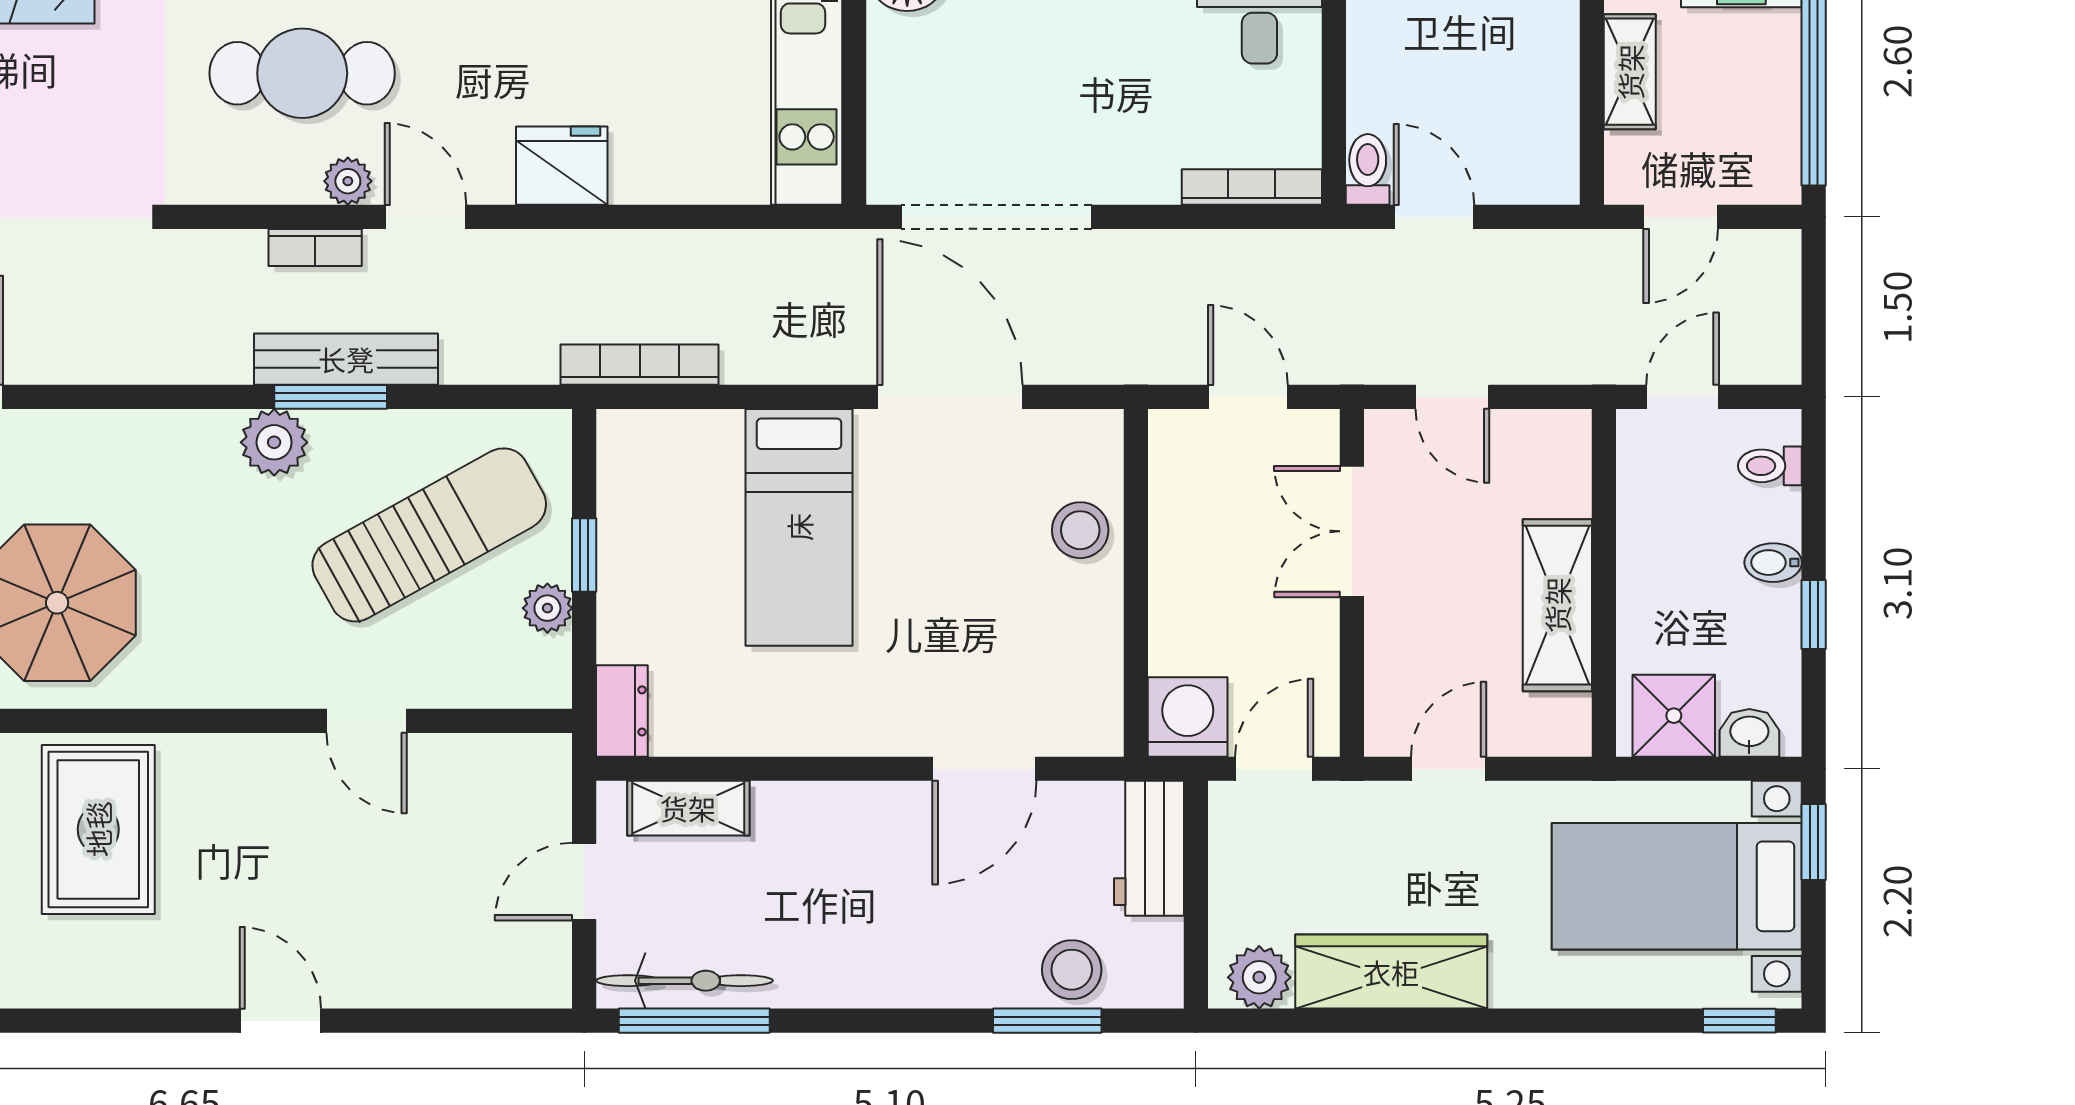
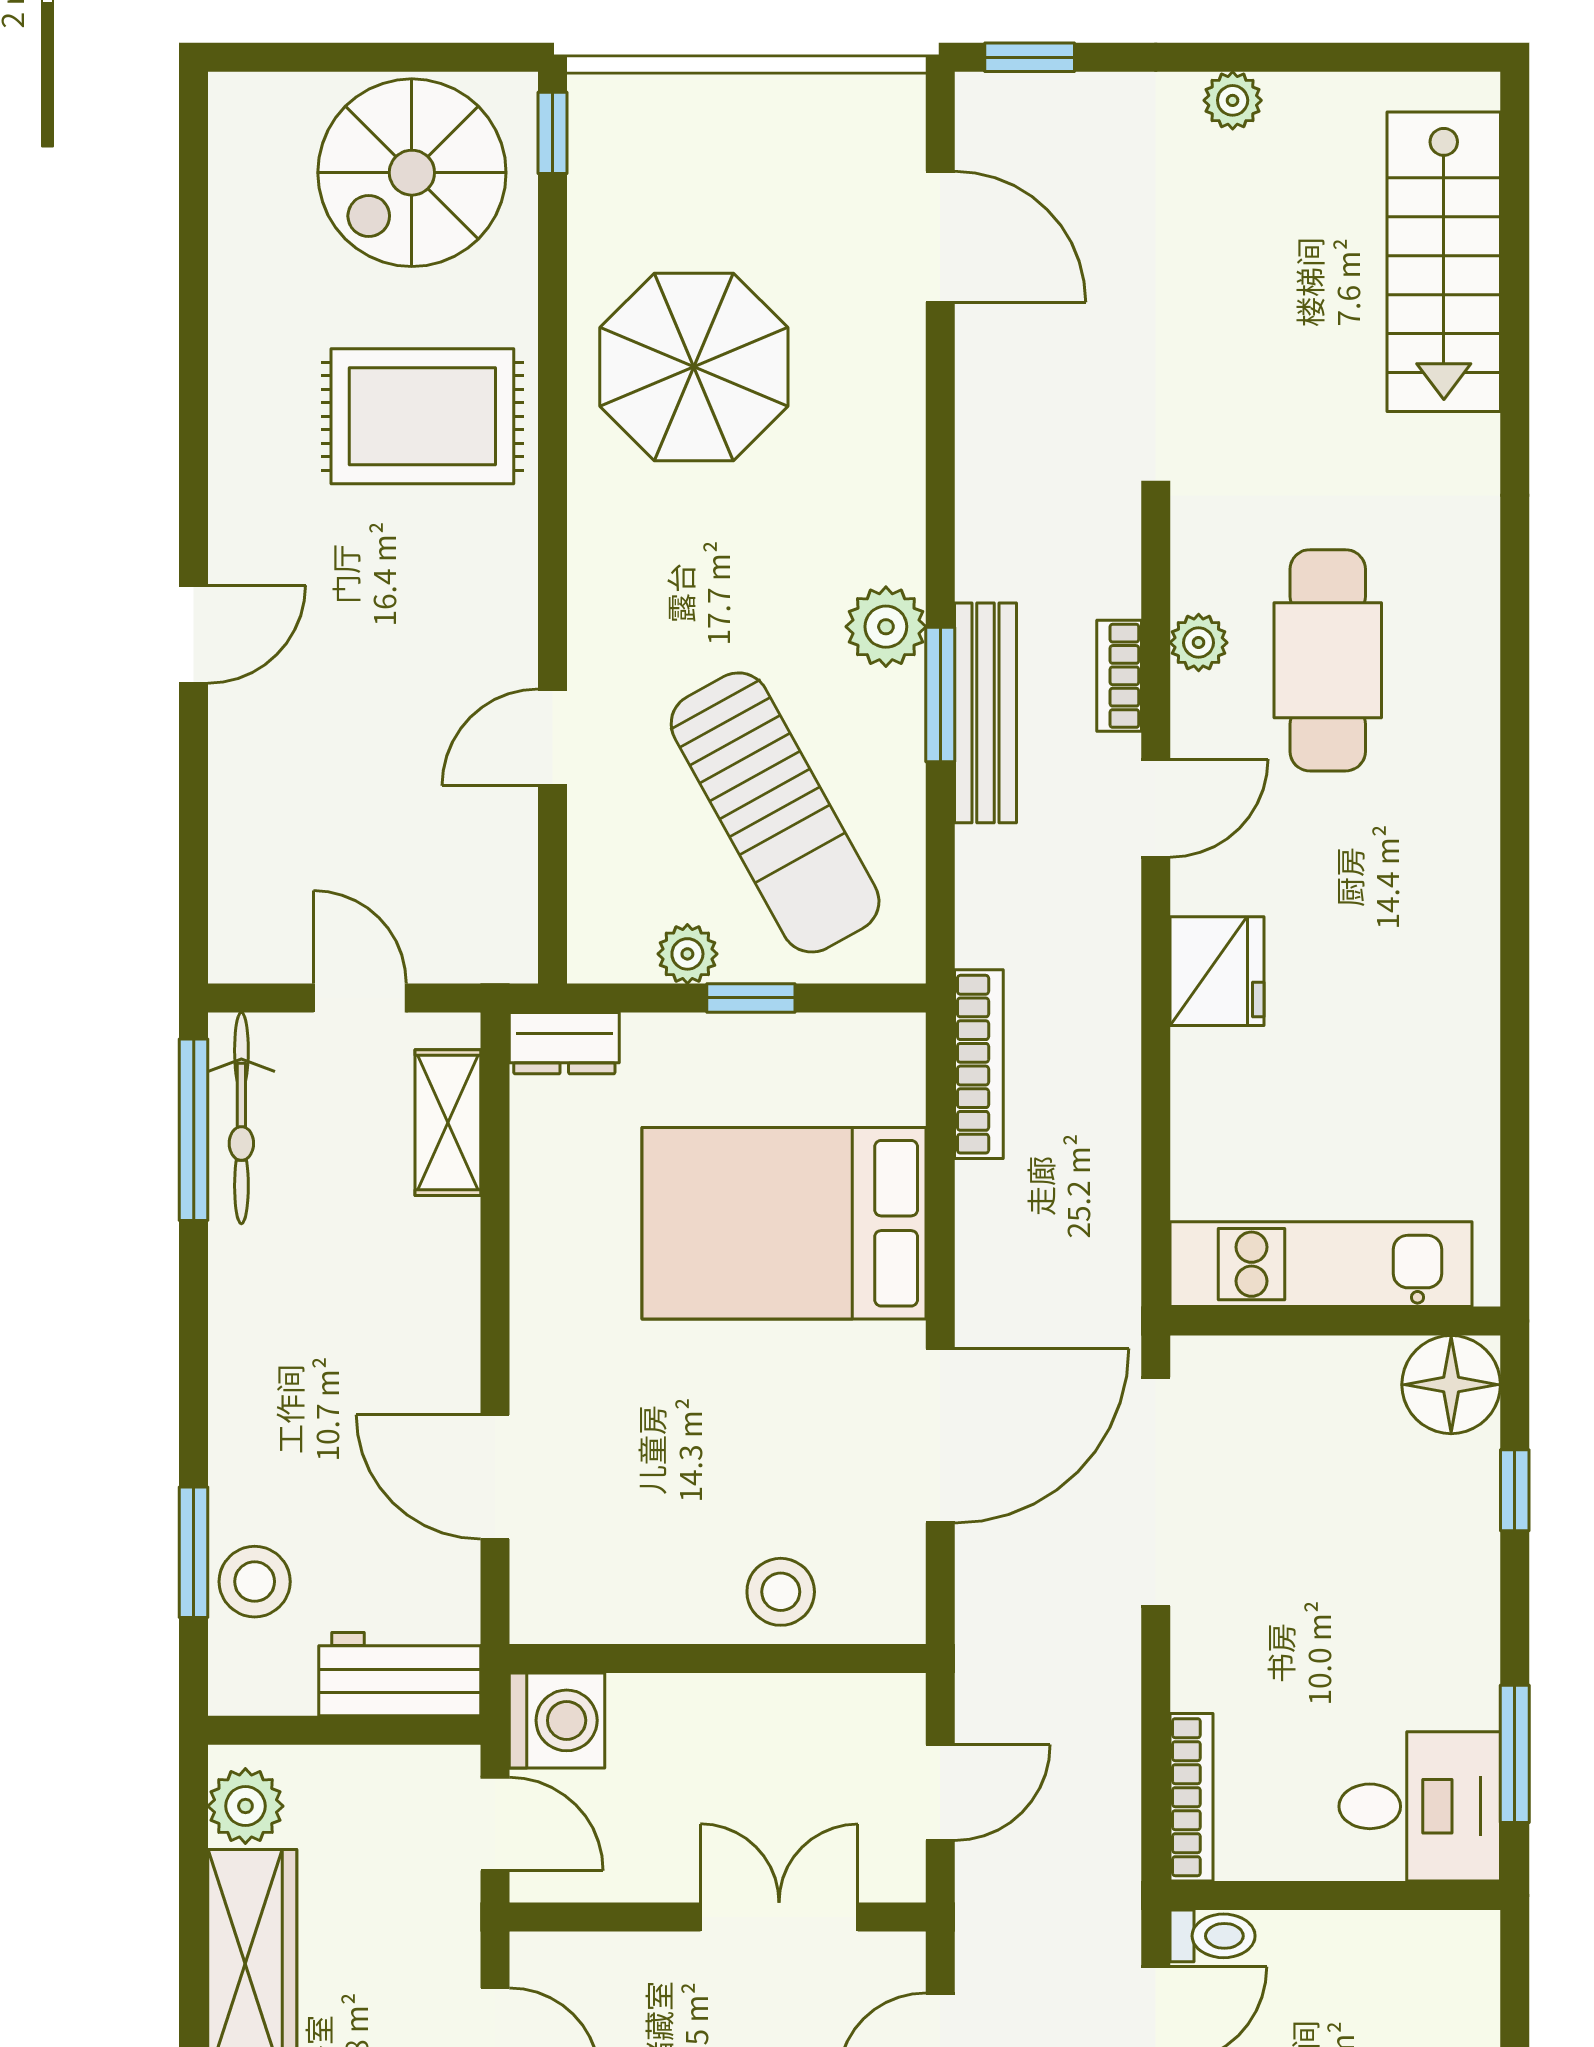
plant: (348, 181) -> (1199, 643), moved
bed: (799, 527) -> (784, 1223), width x1.50

